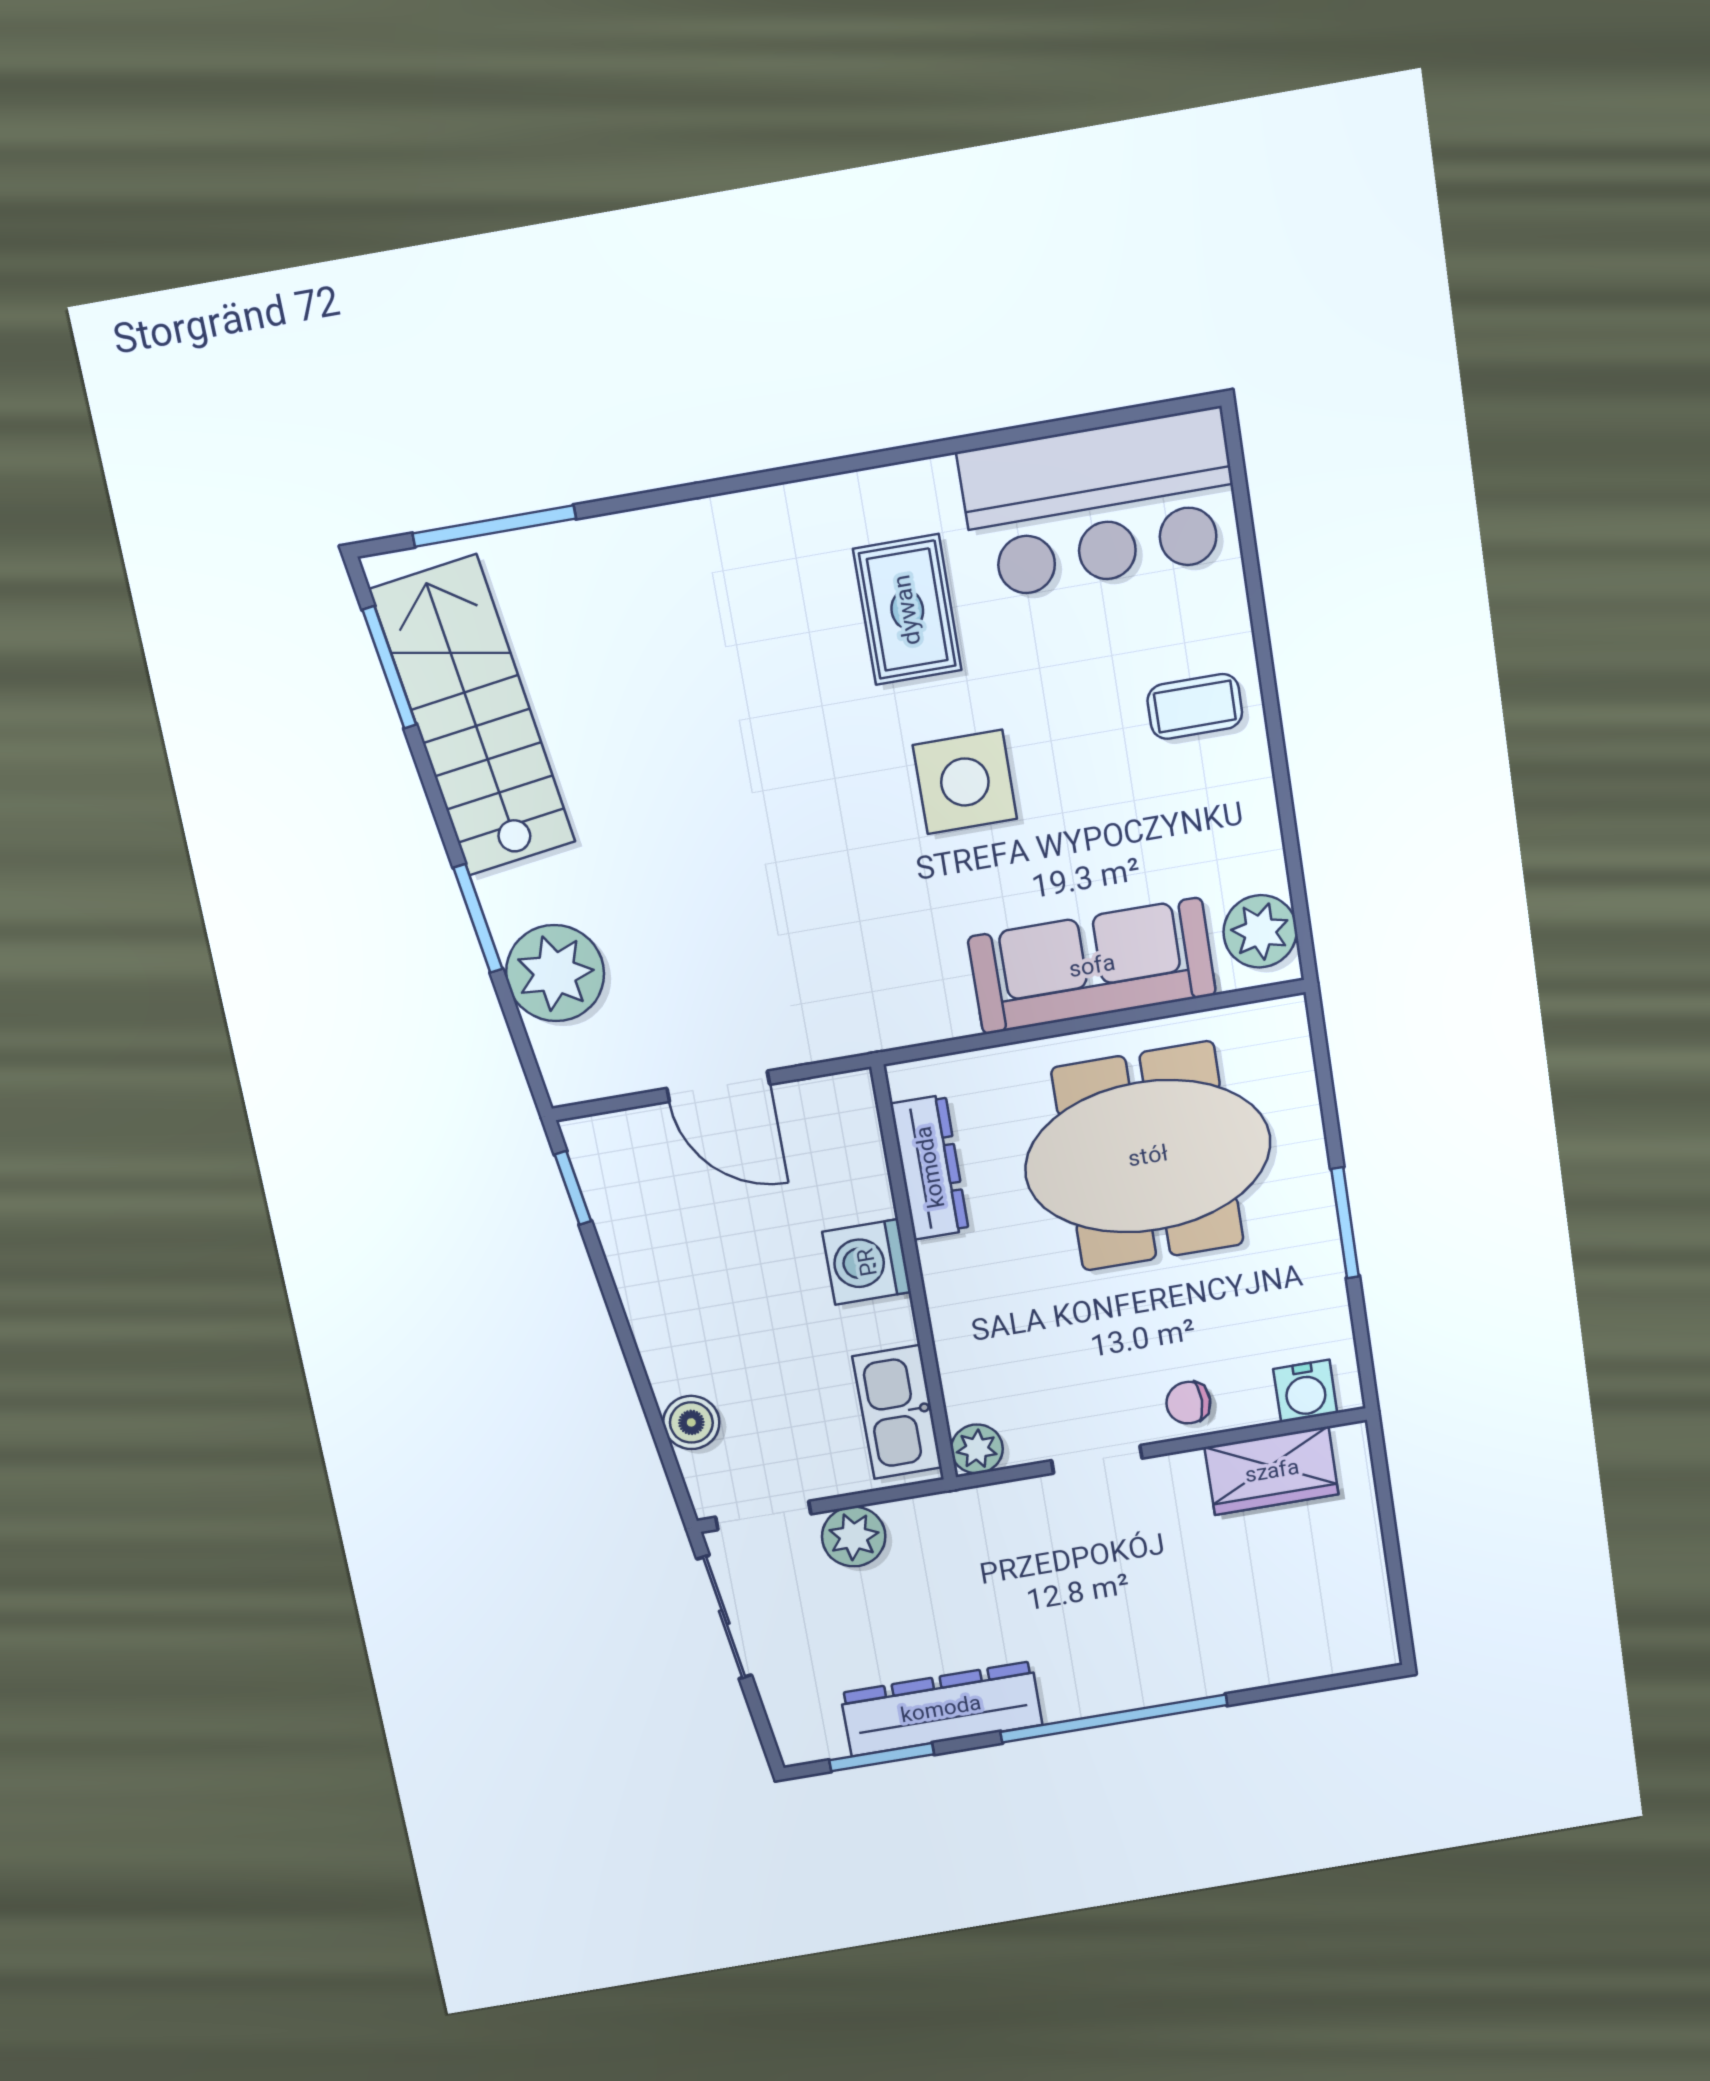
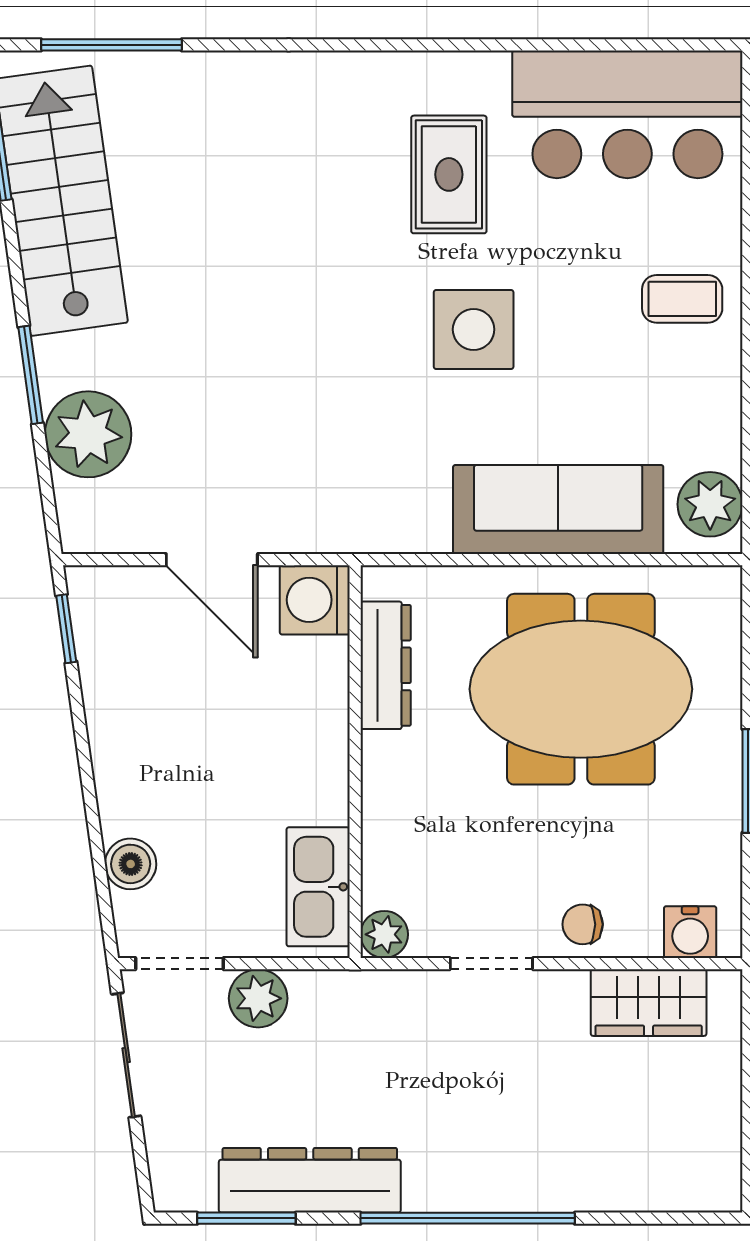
washing machine: (867, 1262) -> (315, 600), moved

